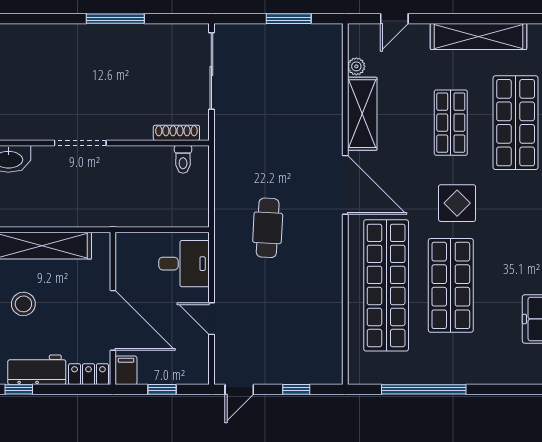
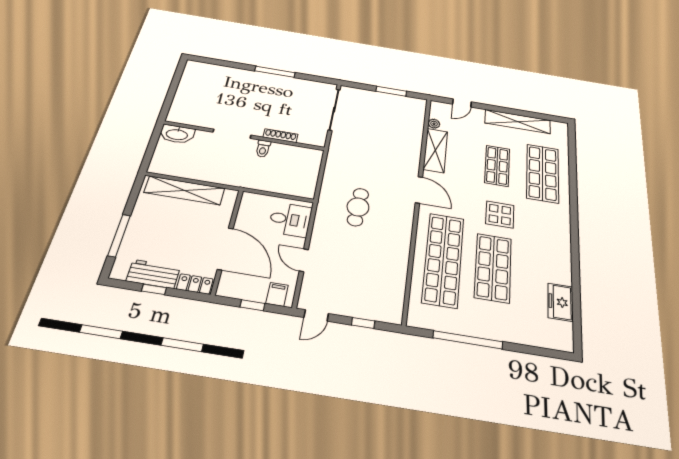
shoe rack: (176, 133) -> (280, 136), moved
toilet: (183, 159) -> (263, 149), moved
door: (345, 185) -> (419, 190), width x0.73
stool: (23, 304) -> (158, 226), removed
filing cabinet: (126, 370) -> (277, 294), moved
window: (19, 389) -> (154, 289), moved

